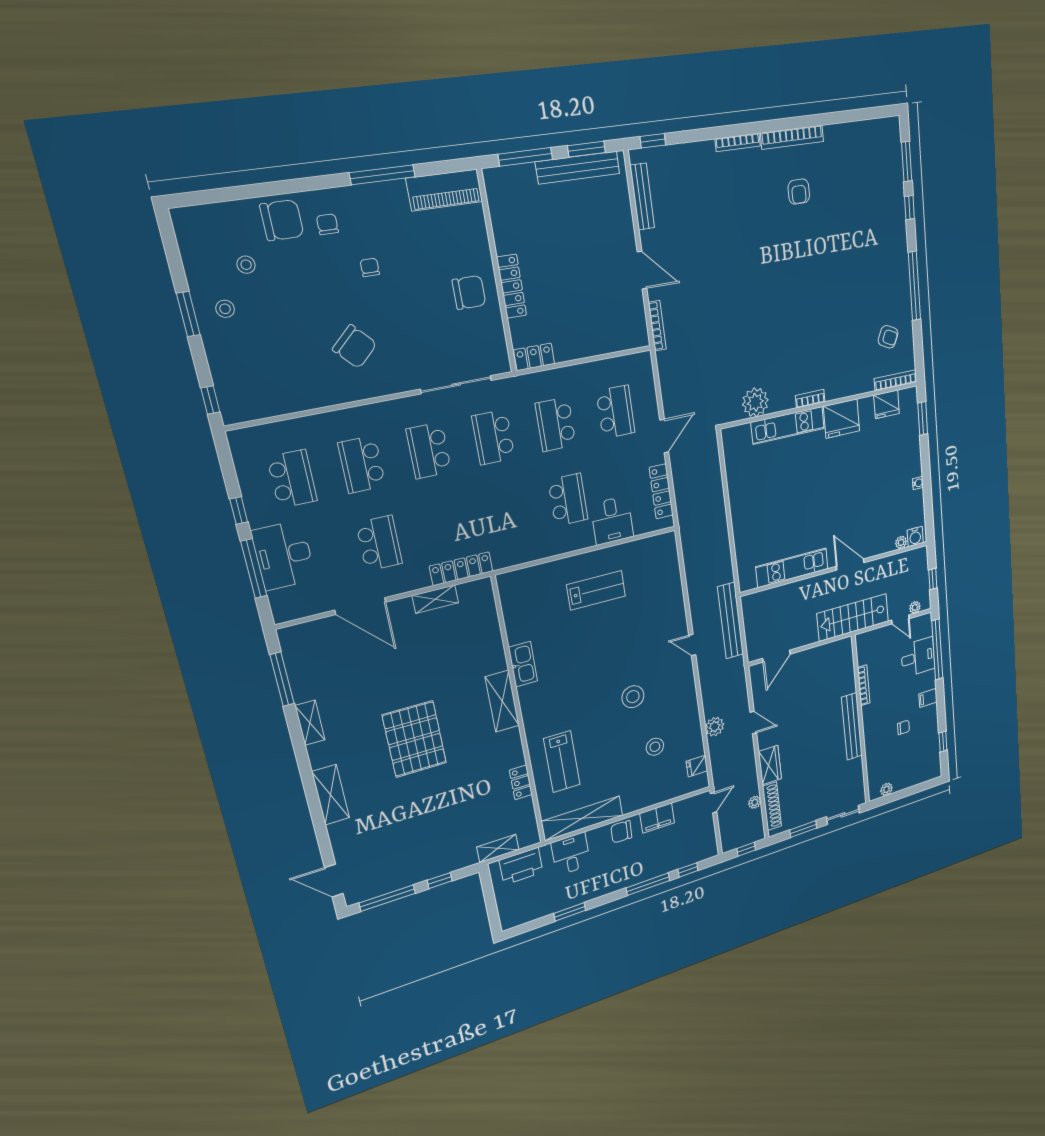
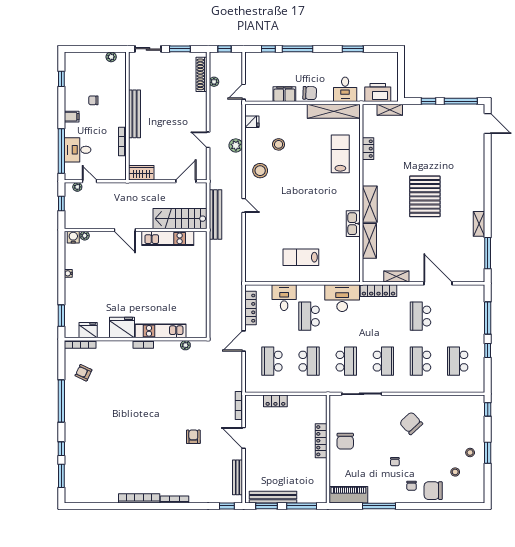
armchair: (799, 192) -> (193, 437), moved
chair: (469, 292) -> (345, 441), turned -90
locker: (534, 357) -> (275, 401), moved
plant: (755, 402) -> (185, 345), width x0.53, depth x0.53
school desk: (362, 464) -> (421, 361), turned 180
desk: (284, 555) -> (342, 298), moved, turned -90
stairs: (853, 617) -> (180, 219), moved, turned 180
stool: (633, 697) -> (260, 171), moved
wardrobe: (770, 765) -> (141, 173), moved, turned 90
shelving: (331, 795) -> (369, 241), moved

